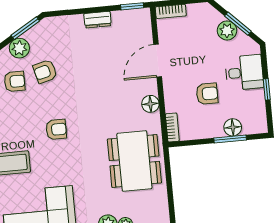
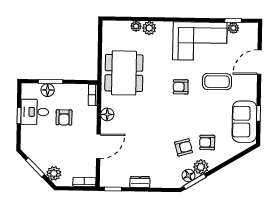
plant: (227, 30) -> (54, 173), moved
floor lamp: (34, 35) -> (189, 175), added
desk: (244, 73) -> (35, 112), moved
armchair: (207, 94) -> (64, 117), turned -90
armchair: (56, 129) -> (181, 87), moved

